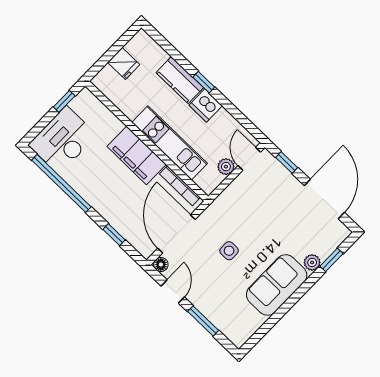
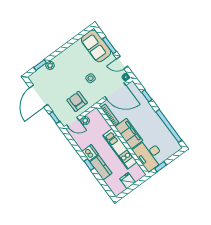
desk: (63, 140) -> (149, 155), moved, turned 90
kitchen unit: (170, 143) -> (120, 149), moved
door: (249, 159) -> (73, 122), hinge flipped
armchair: (248, 201) -> (77, 101), added
door: (177, 234) -> (115, 91), hinge flipped
sofa: (277, 285) -> (96, 46), moved, turned 90
door: (173, 291) -> (122, 63), hinge flipped

